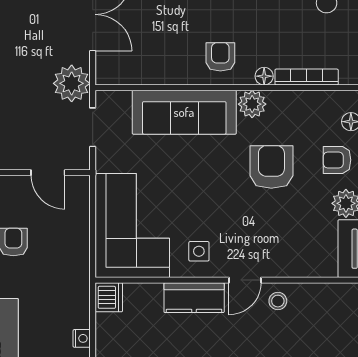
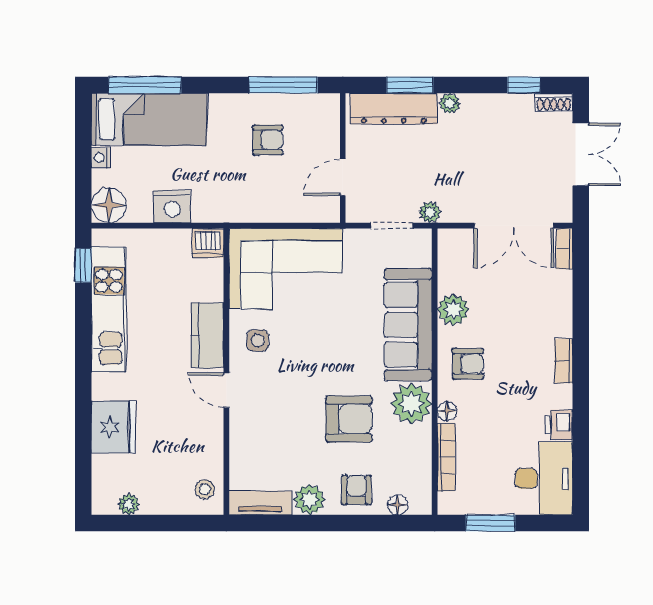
plant: (170, 70) -> (453, 310), added
plant: (72, 83) -> (430, 212), width x0.53, depth x0.53
plant: (252, 104) -> (411, 404), width x1.36, depth x1.36
stool: (278, 301) -> (205, 489), moved
nightstand: (82, 338) -> (172, 207), width x1.89, depth x1.79

